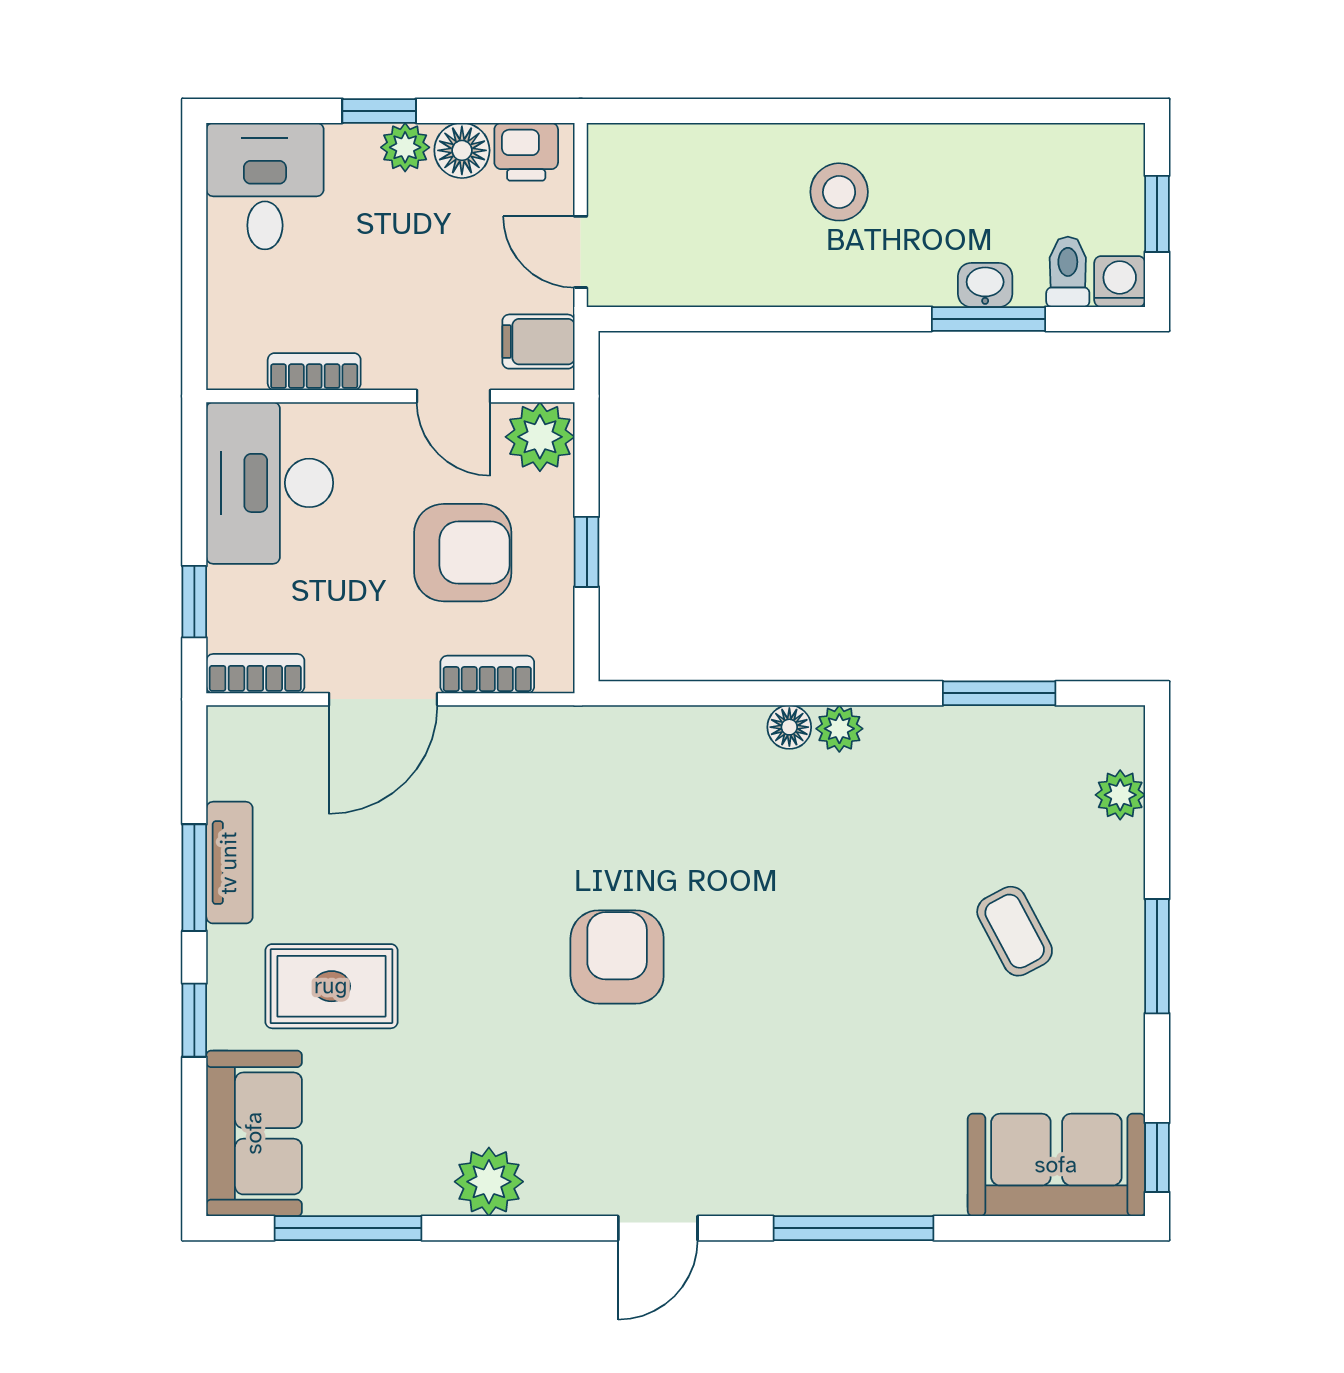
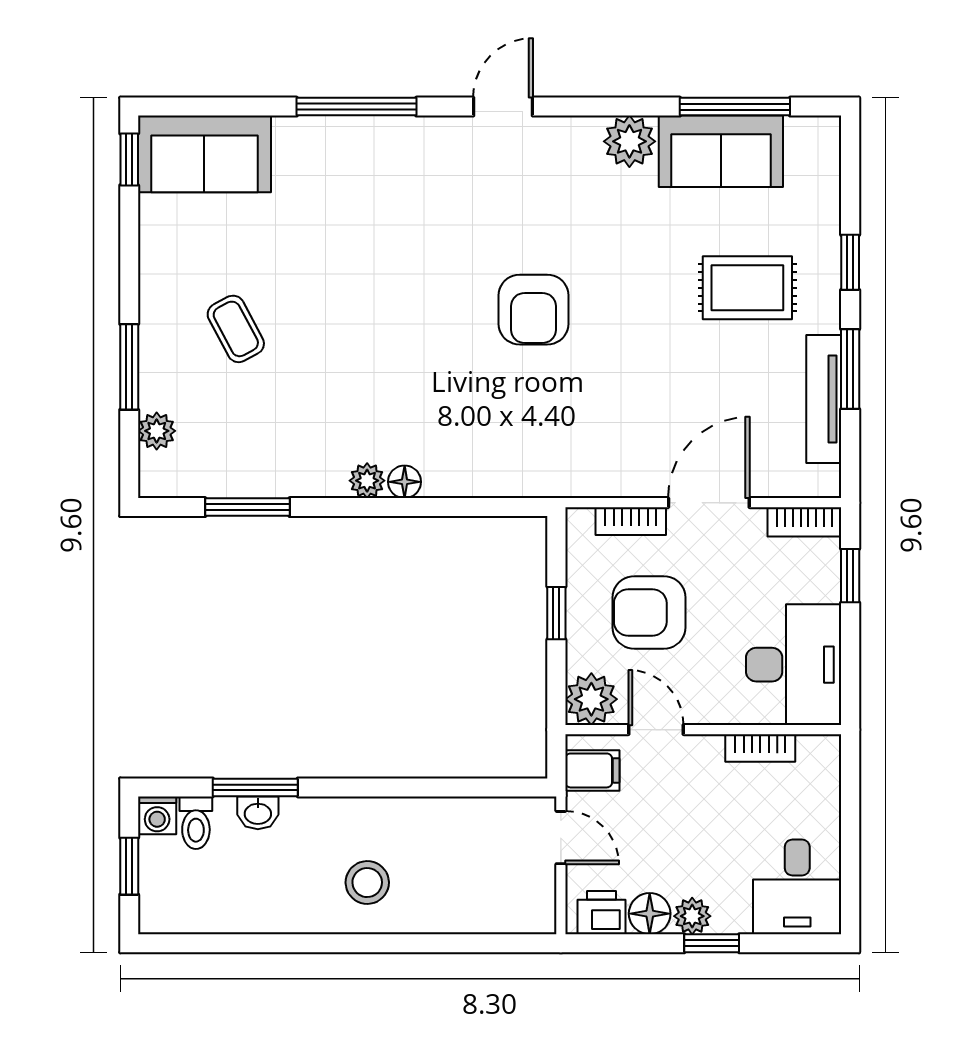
tv unit: (229, 863) -> (824, 399), width x1.41
window: (1157, 956) -> (129, 367), moved
sofa: (254, 1133) -> (721, 151), moved, turned -90

